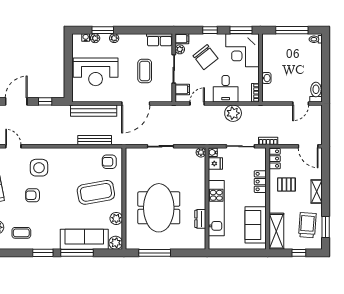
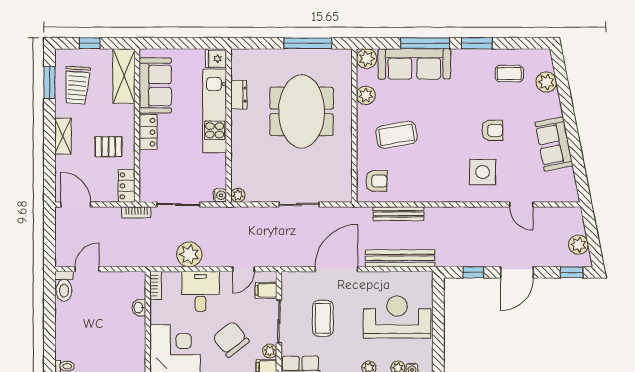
fridge: (215, 163) -> (216, 59), moved
locker: (260, 182) -> (148, 132), moved
coffee table: (96, 192) -> (397, 135), width x0.73, depth x0.76

